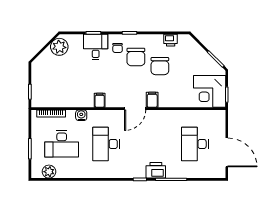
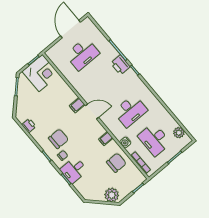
plant: (59, 47) -> (112, 195), moved
chair: (160, 66) -> (116, 163), moved
desk: (62, 144) -> (154, 139), turned 180

